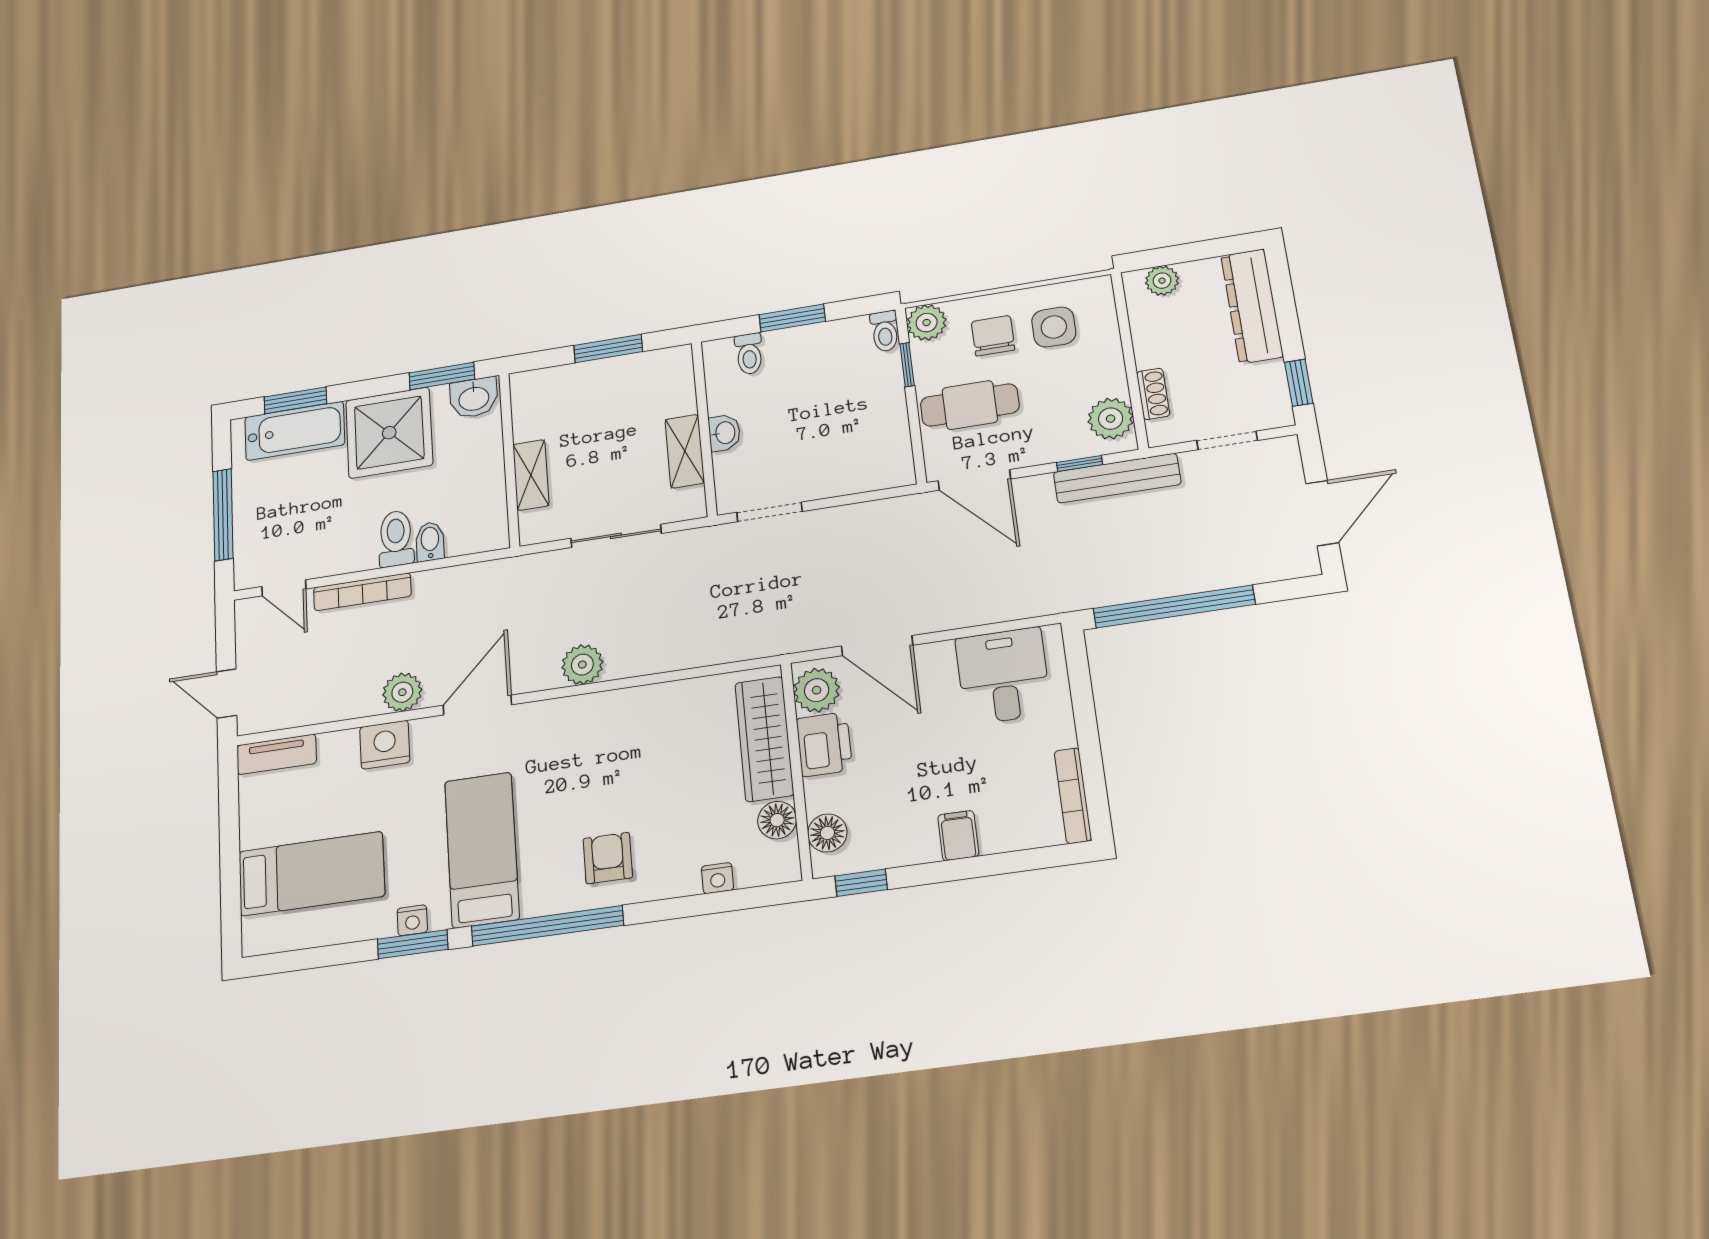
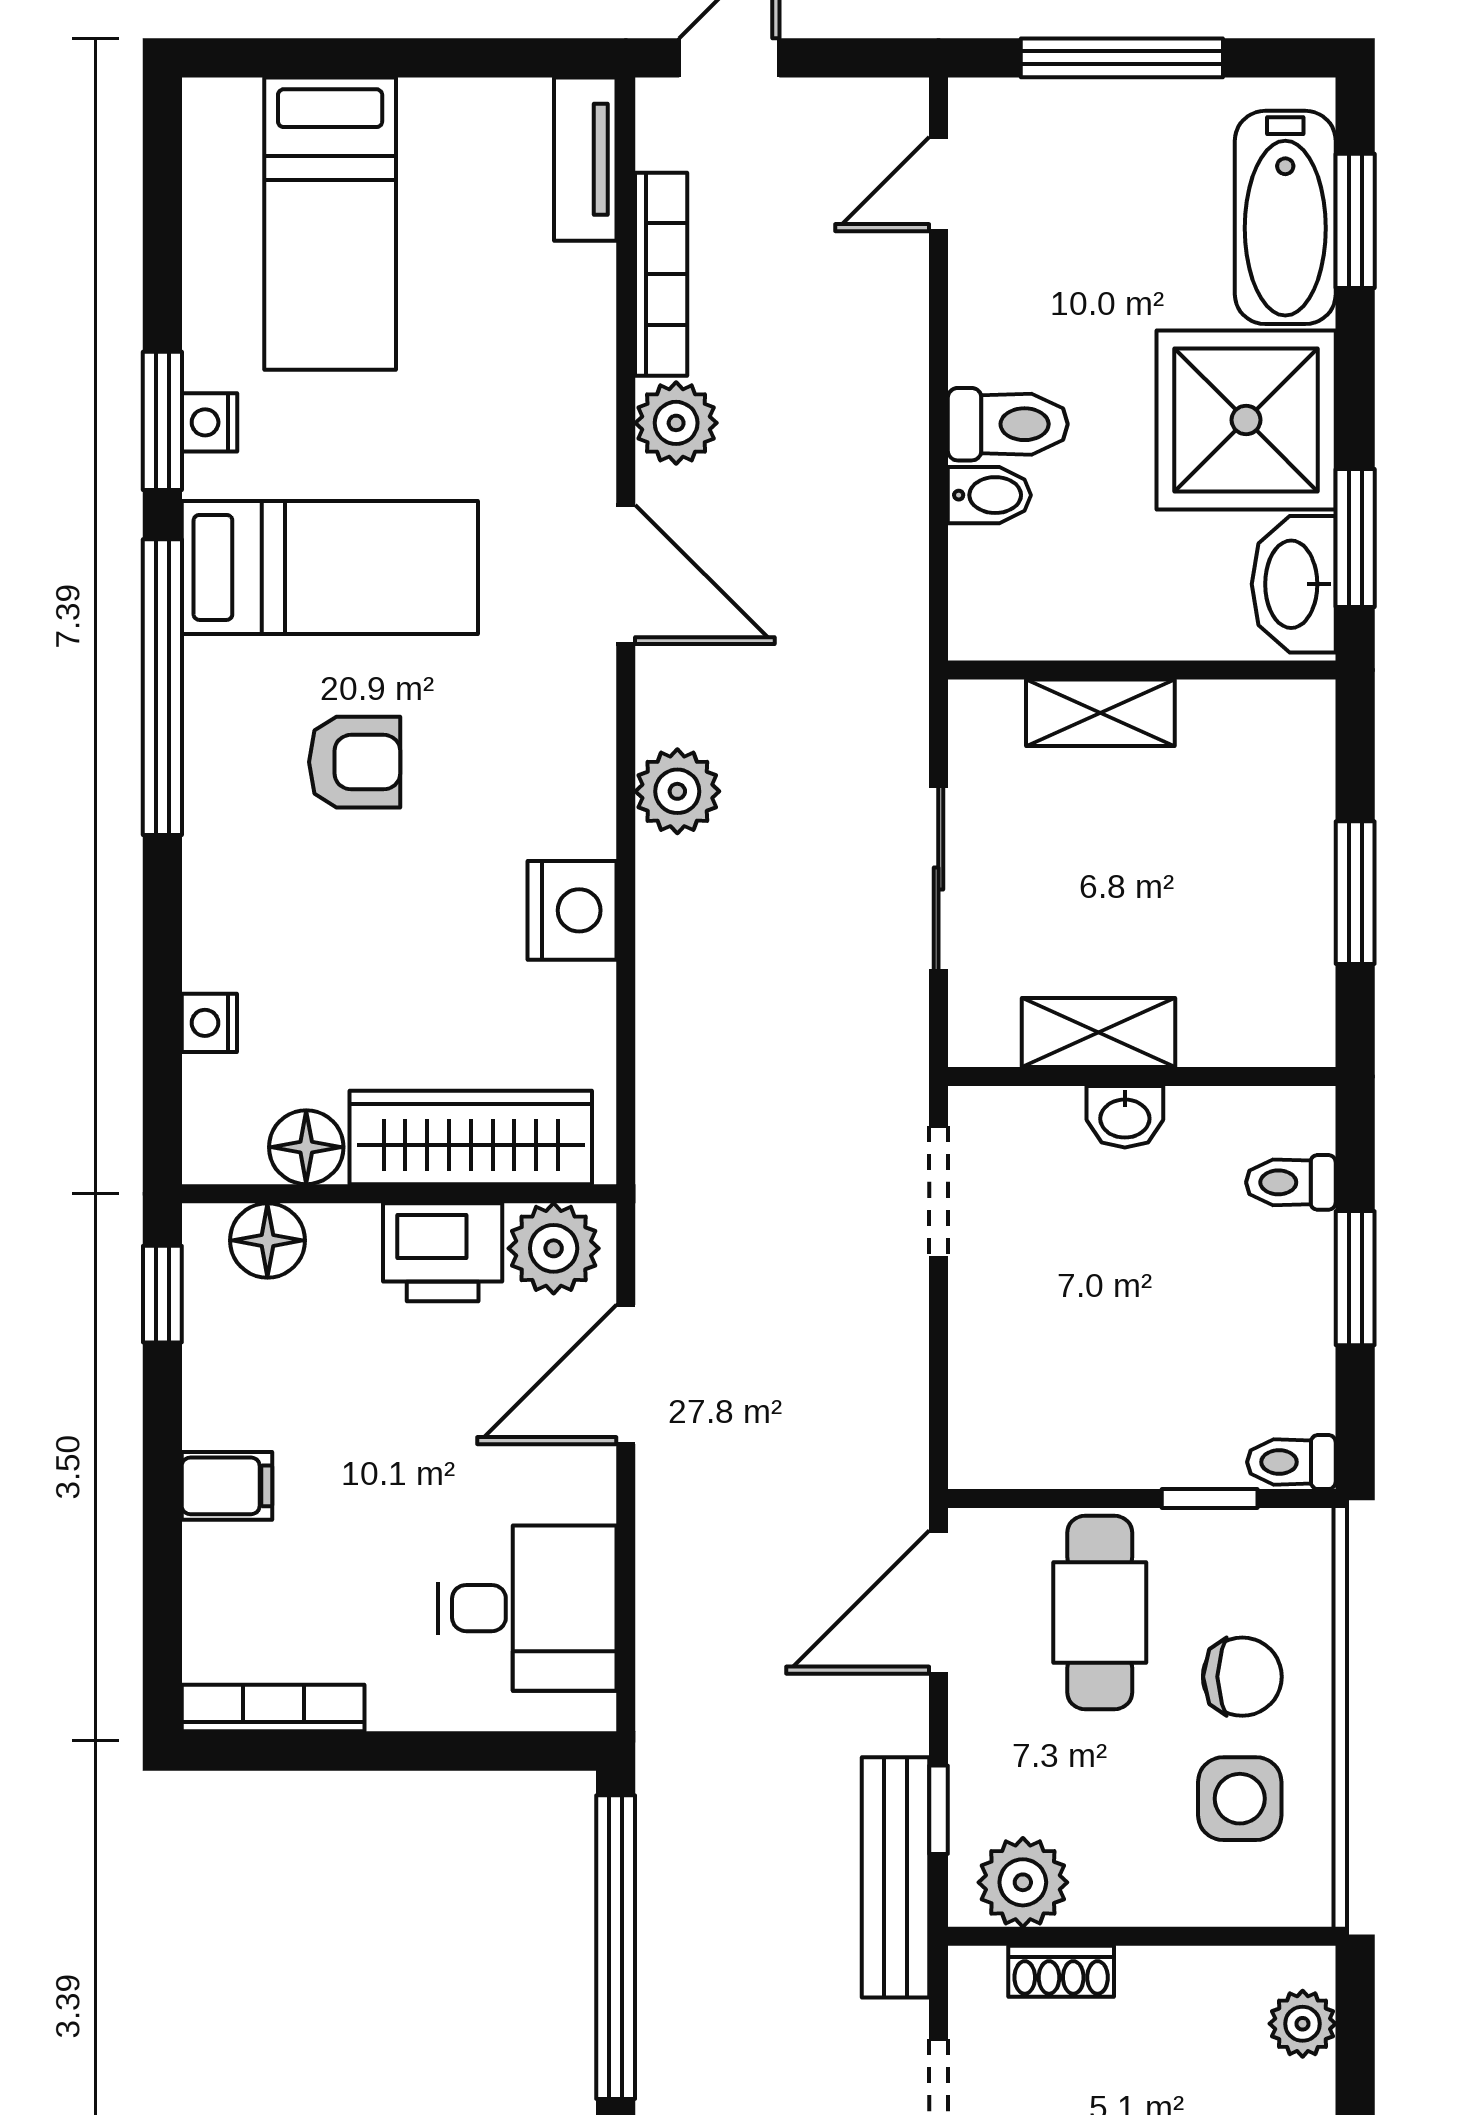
plant: (927, 323) -> (1295, 1548), removed
washbasin: (474, 398) -> (1294, 584), width x1.38
bookcase: (362, 592) -> (661, 274), moved, turned 180
nightstand: (385, 745) -> (572, 910), moved
armchair: (608, 858) -> (355, 762), moved

